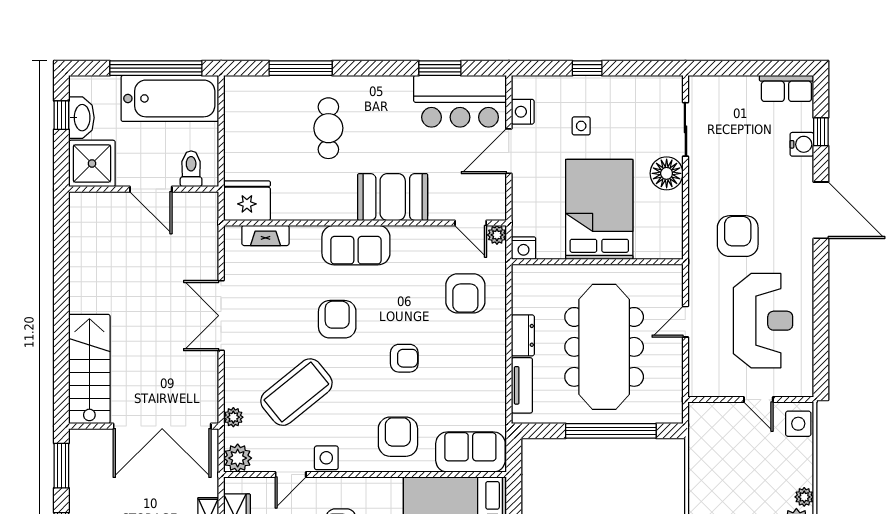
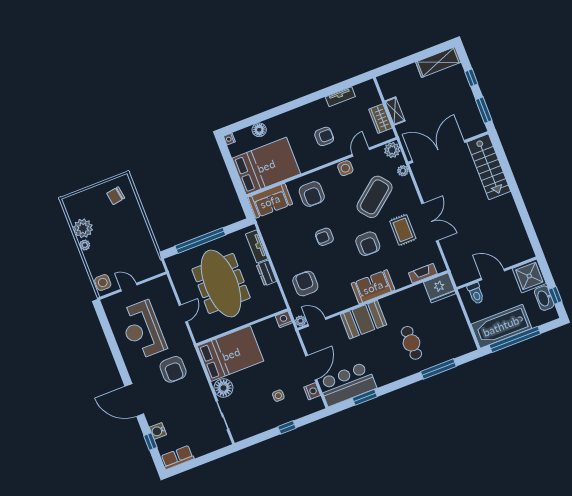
bed: (599, 209) -> (231, 354), moved, turned -90
rug: (271, 320) -> (403, 230), added

